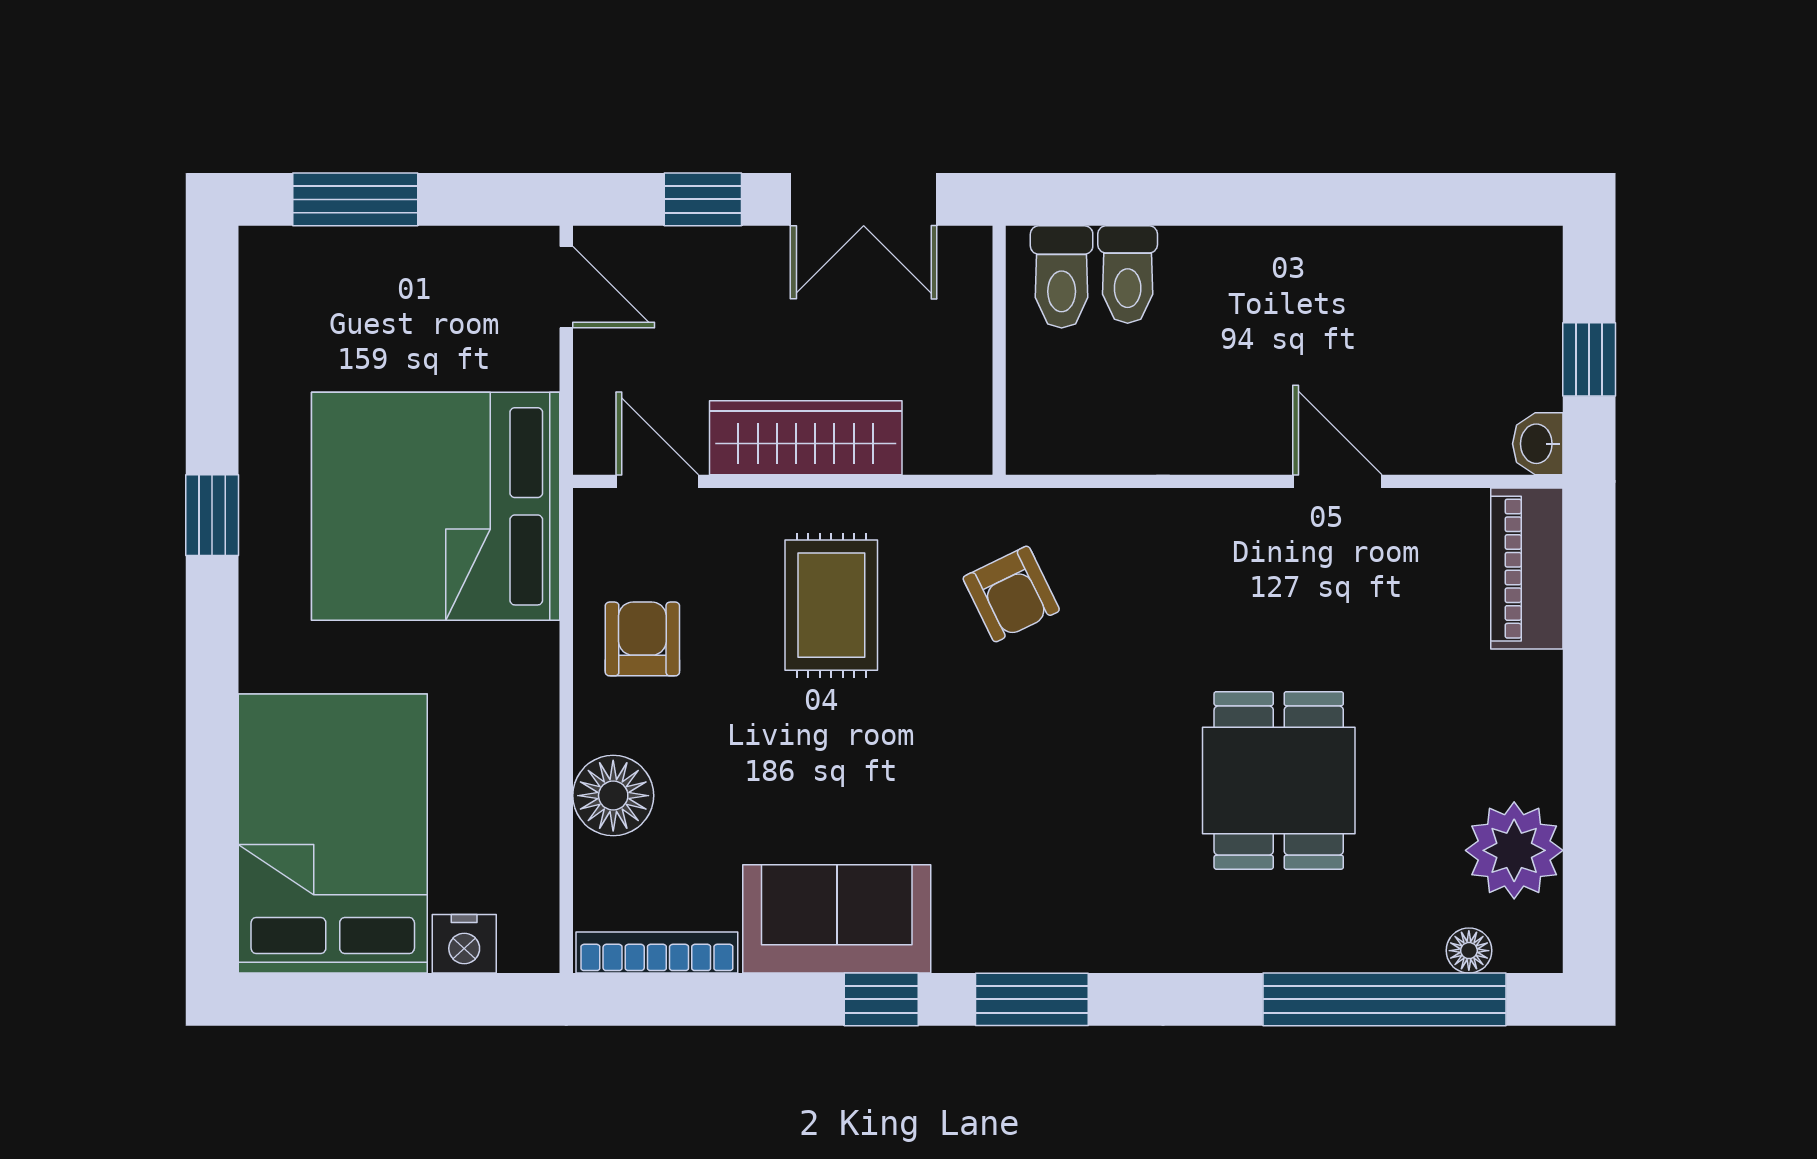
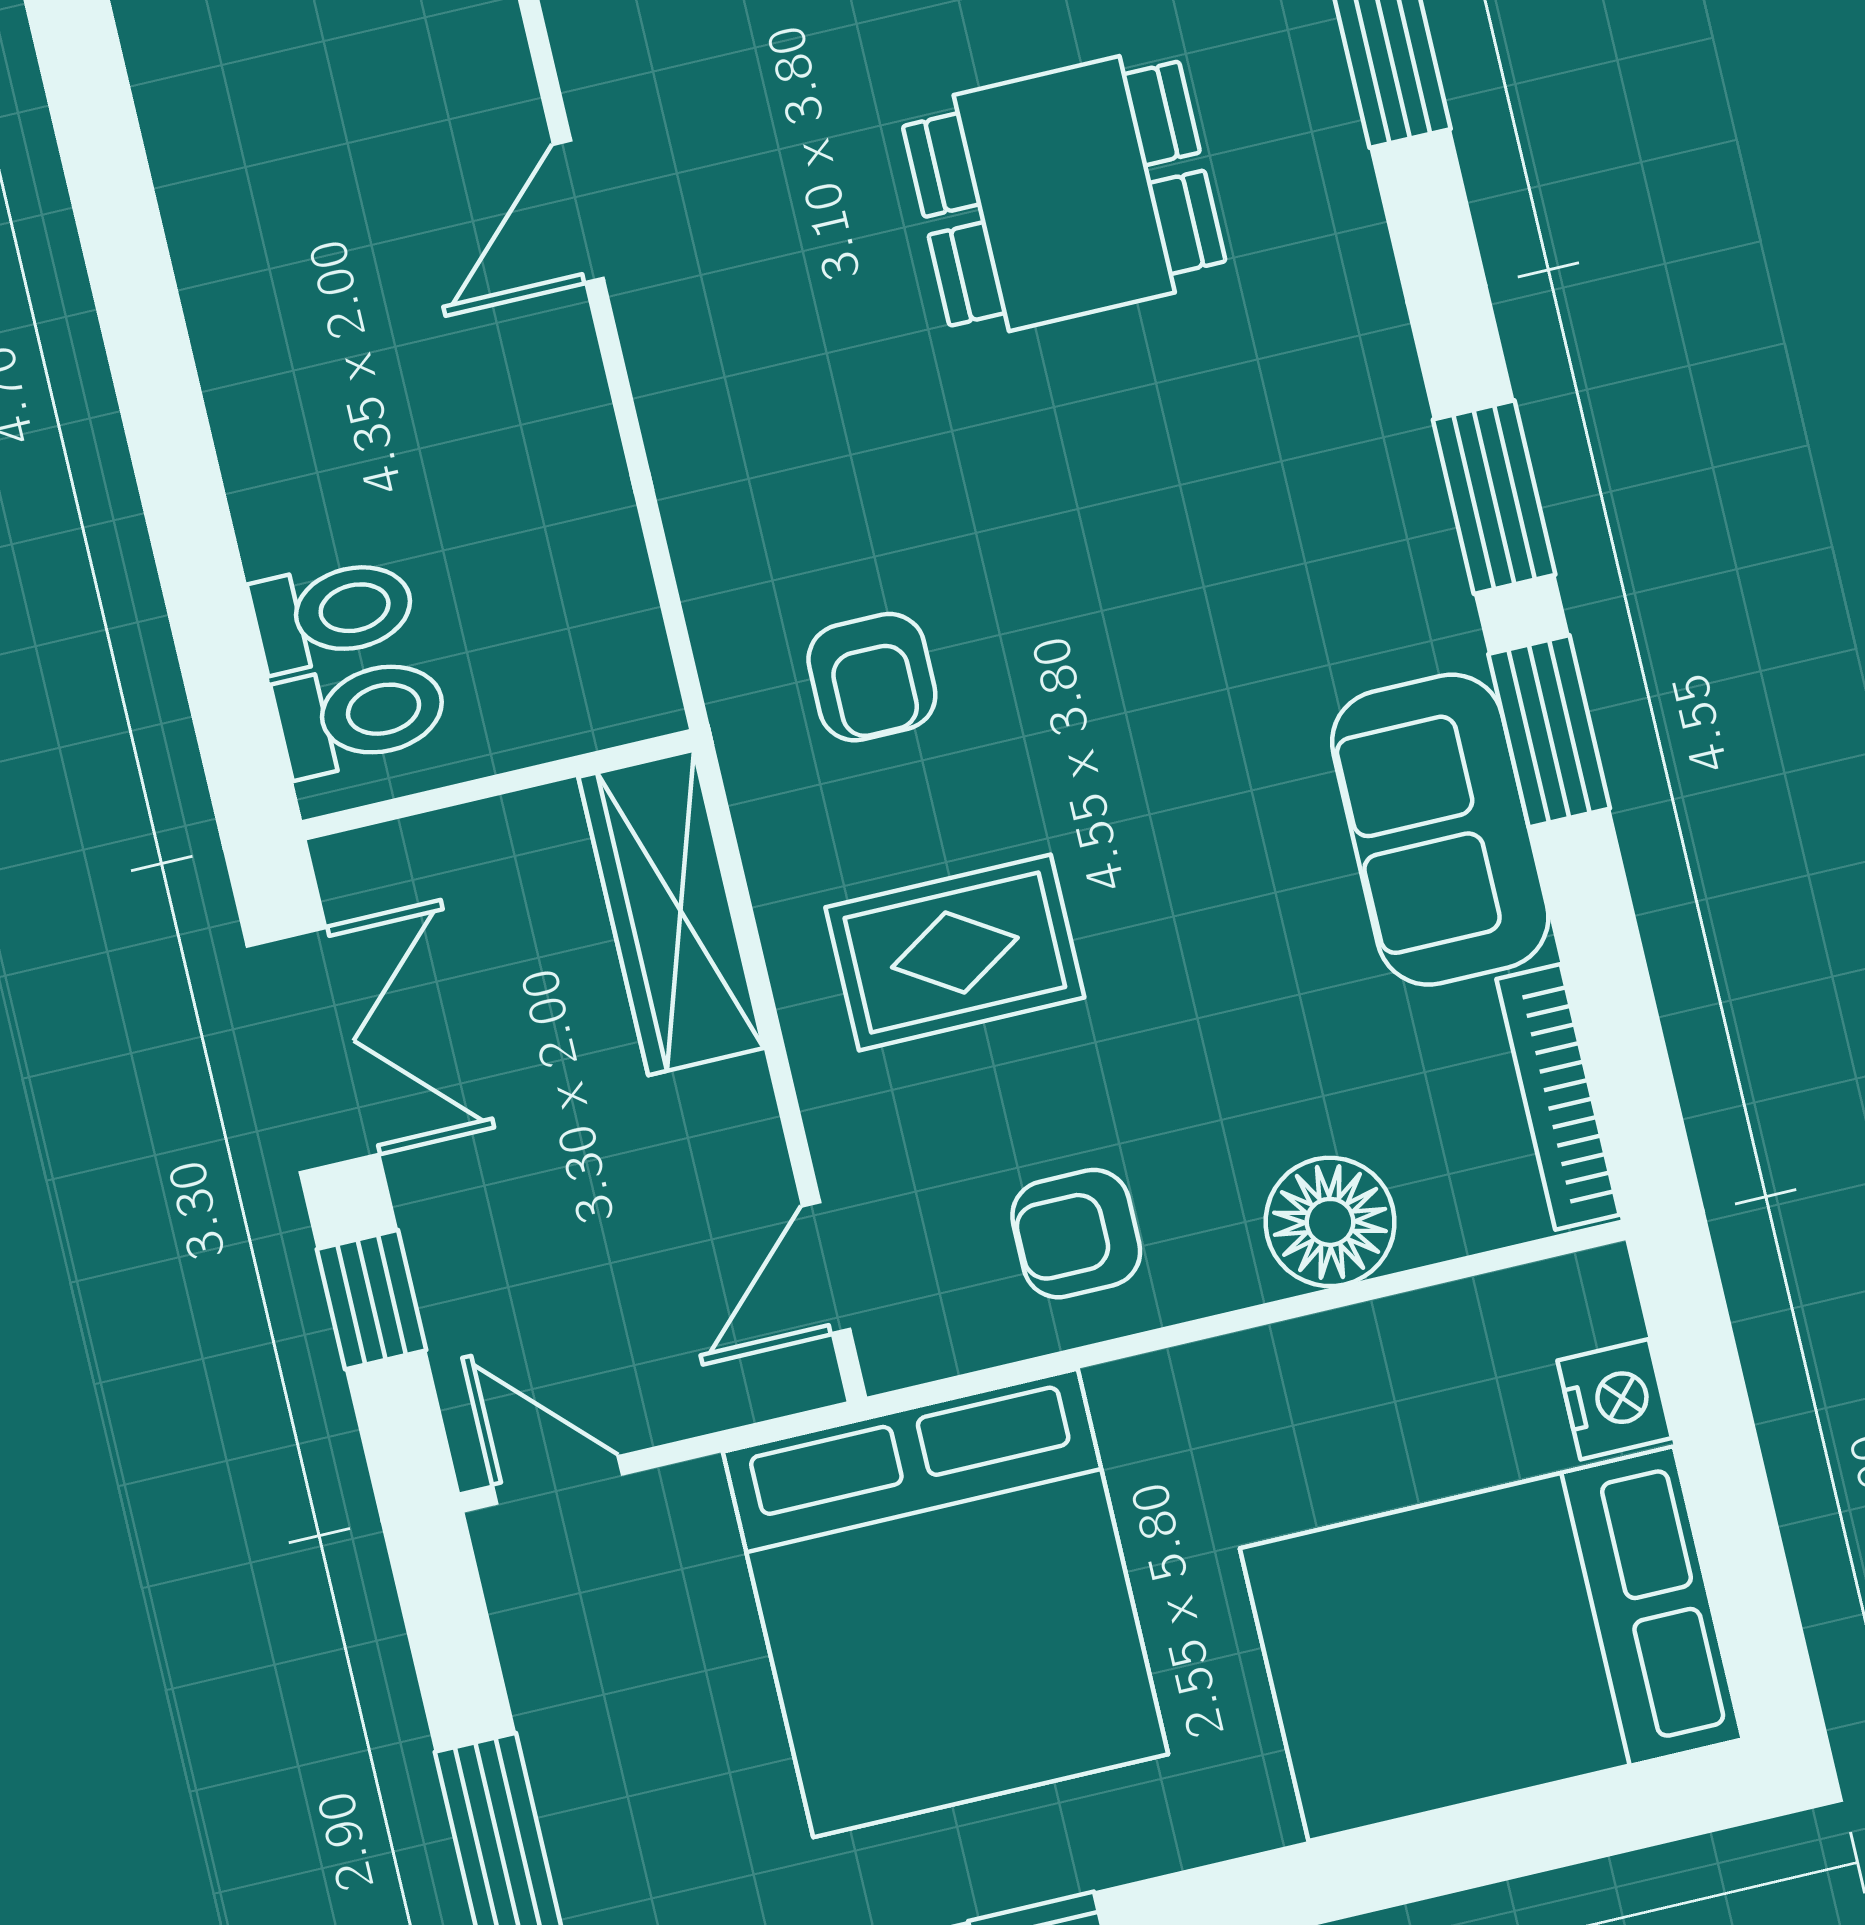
door: (566, 287) -> (558, 1480), hinge flipped
wardrobe: (806, 438) -> (671, 912), moved
armchair: (1011, 594) -> (872, 677), turned 116
window: (881, 999) -> (1549, 731), width x1.50

